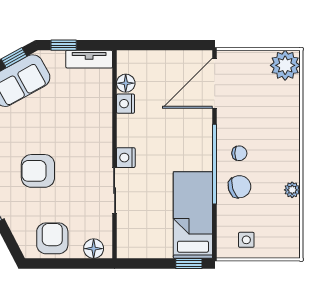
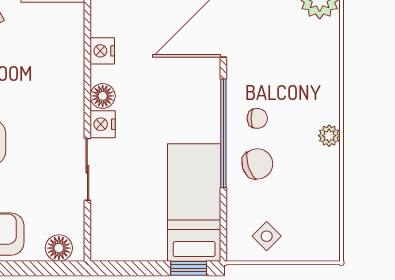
floor lamp: (126, 83) -> (103, 96), moved
plant: (292, 190) -> (329, 136), moved
side table: (246, 240) -> (267, 236), turned 45

